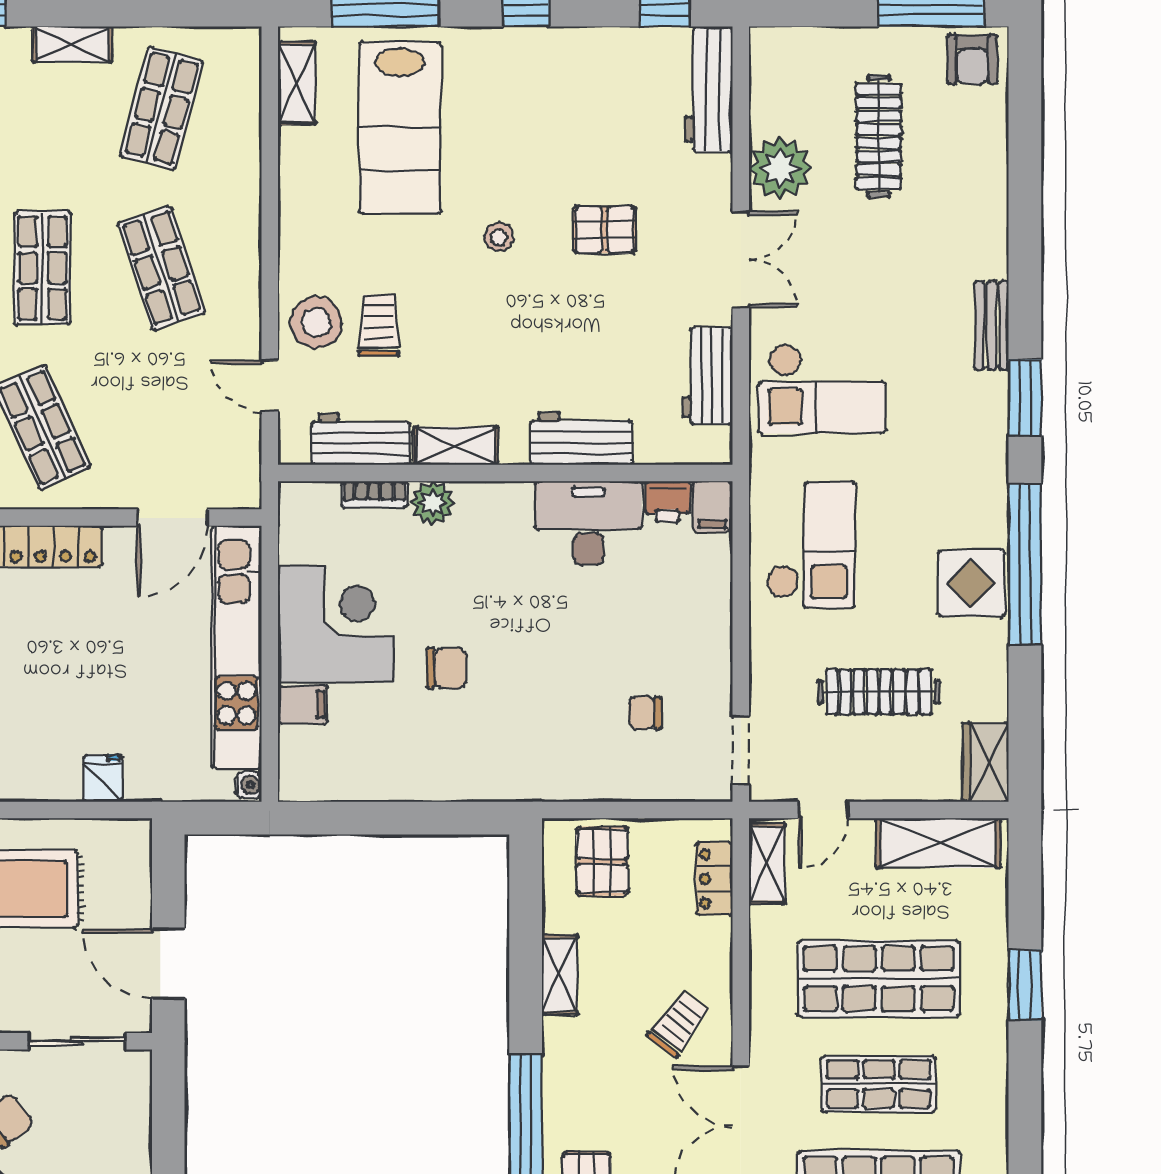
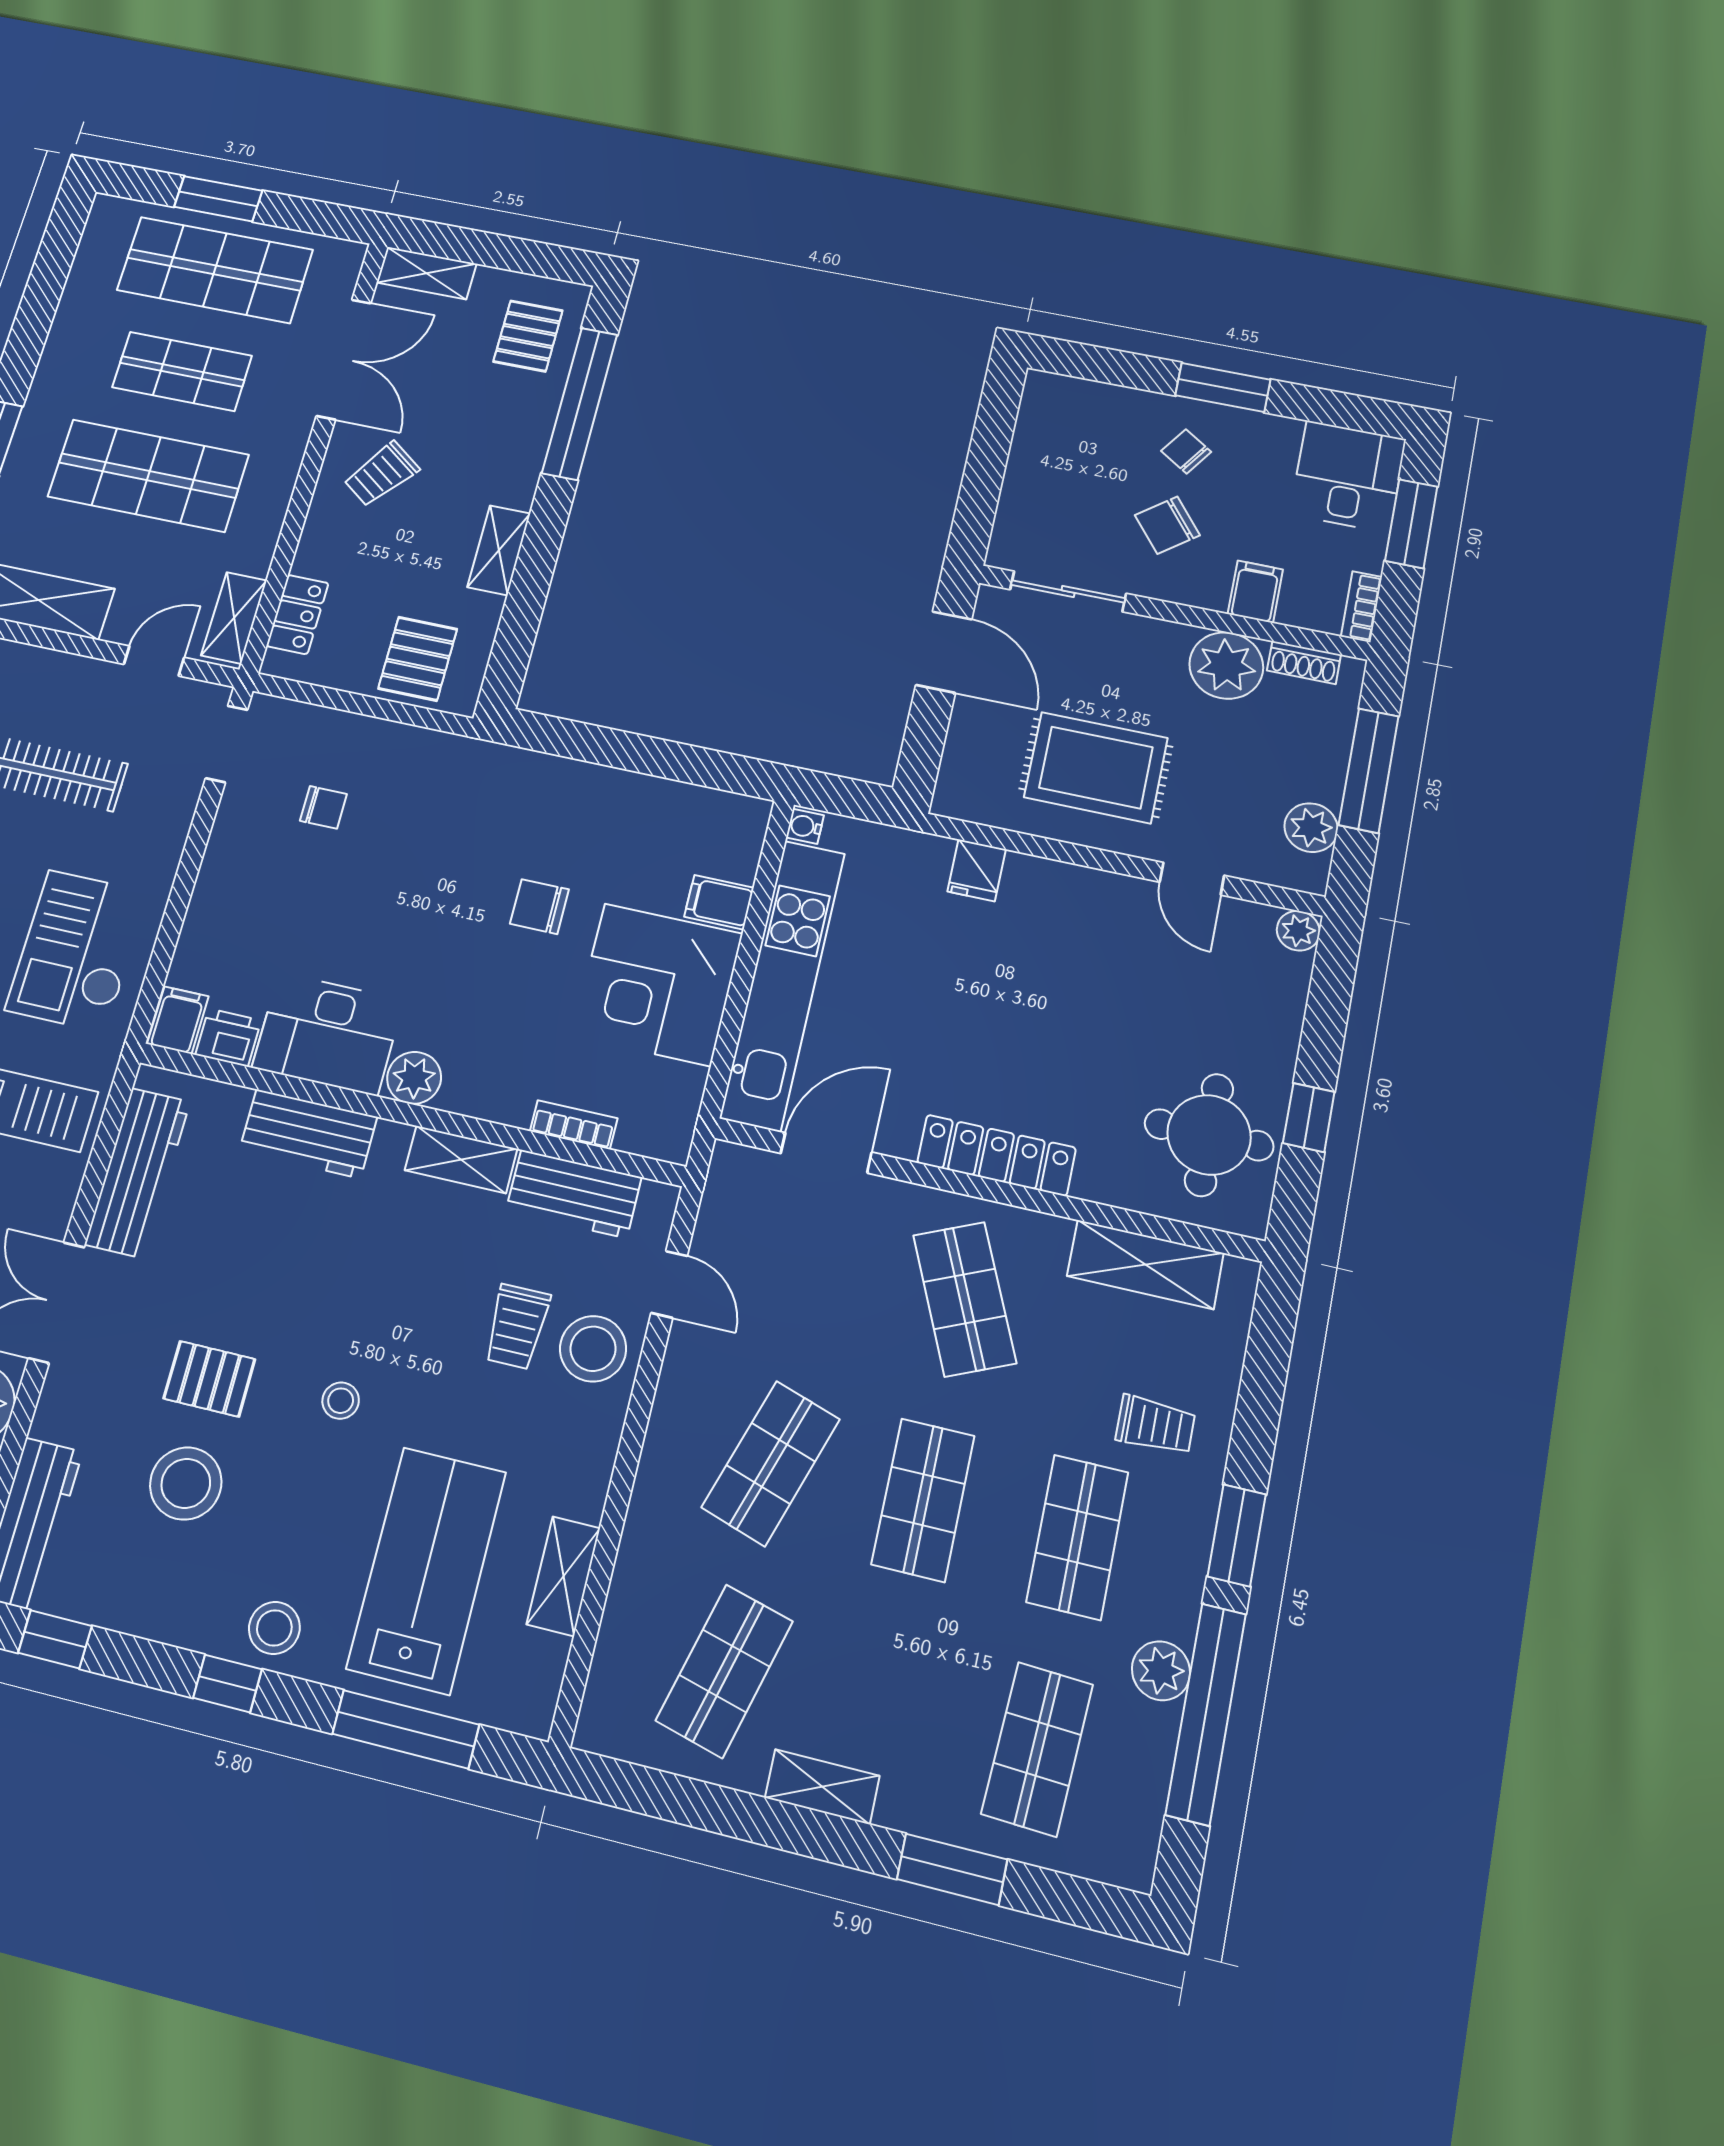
stool: (502, 58) -> (274, 1628), added
shelving: (297, 83) -> (563, 1576), moved
stool: (600, 147) -> (186, 1483), added
shop shelf: (162, 268) -> (771, 1463), turned 36
workbench: (708, 376) -> (138, 1173), width x1.38
plant: (433, 503) -> (414, 1078), moved

